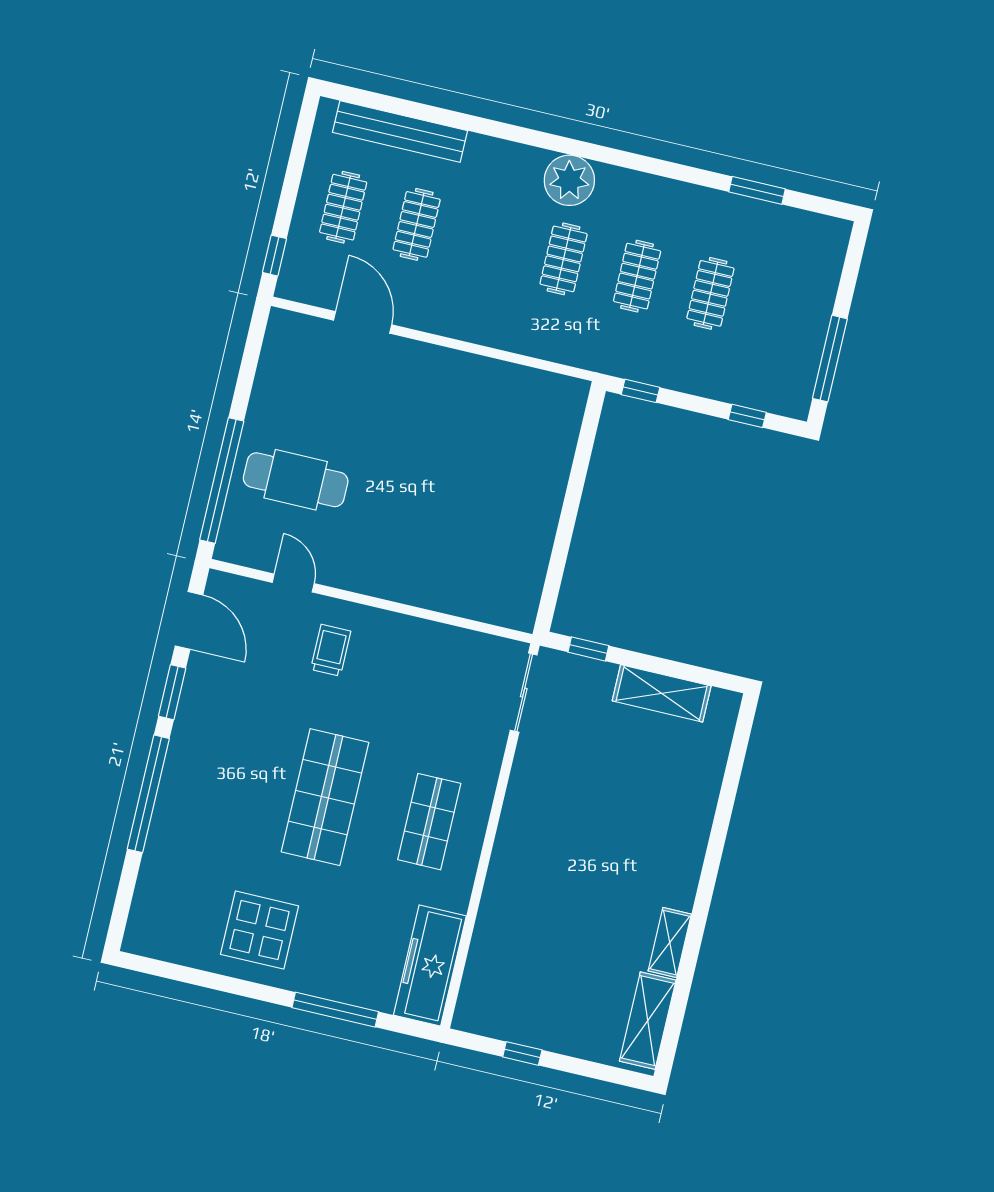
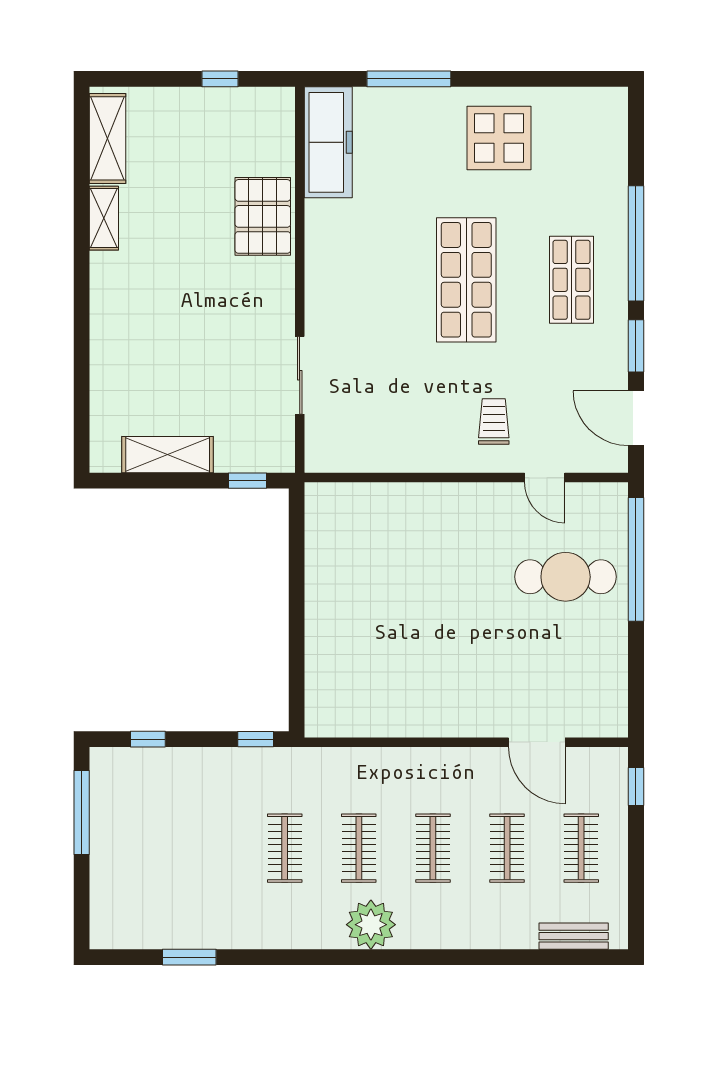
bench: (400, 131) -> (574, 936), width x0.54, depth x0.82
clothes rail: (710, 293) -> (433, 848), moved
trolley: (331, 650) -> (494, 421), turned 180
sliding door: (524, 693) -> (300, 375), moved
shop shelf: (429, 822) -> (571, 280), moved
pallet: (512, 907) -> (263, 216), added

